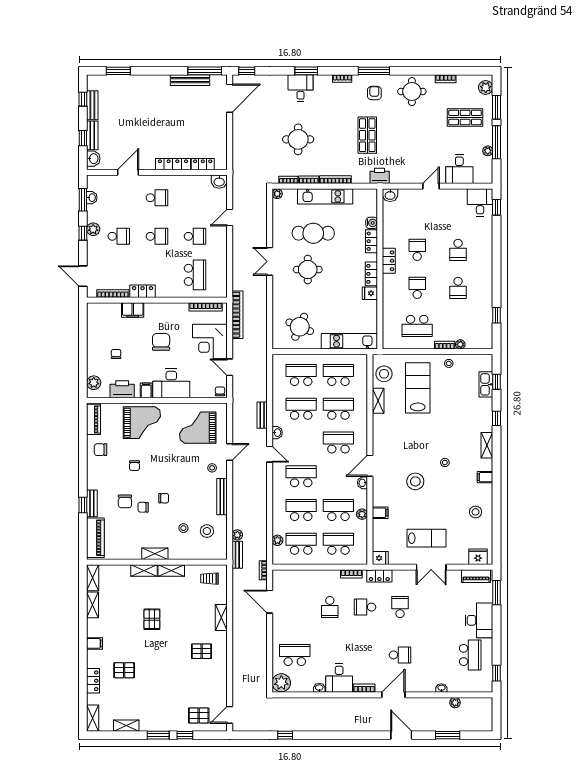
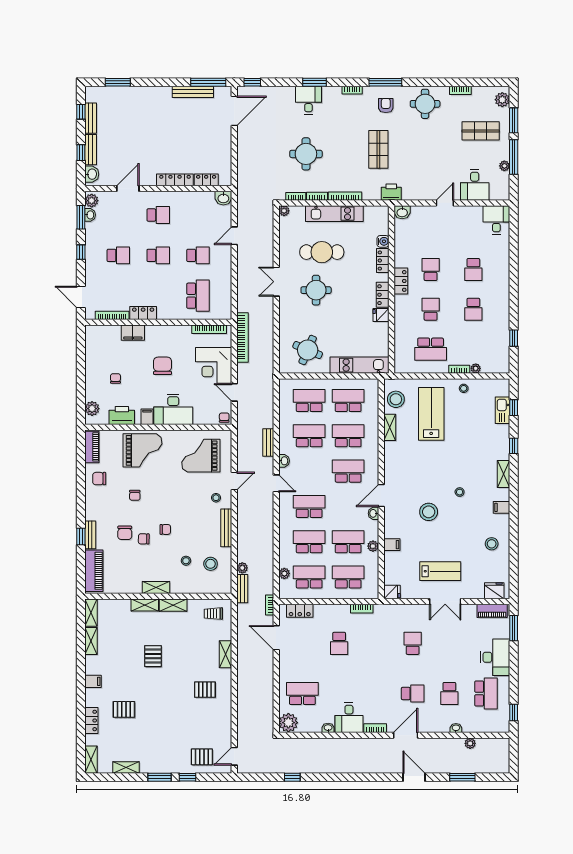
window: (496, 207) -> (514, 225), removed
plant: (93, 229) -> (92, 201), moved
locker: (379, 576) -> (300, 611), moved
school desk: (365, 607) -> (449, 694), moved, turned -90

